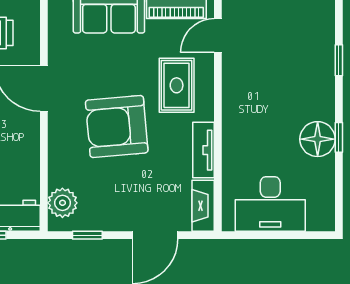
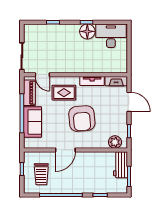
desk: (270, 204) -> (111, 36), moved, turned -90

